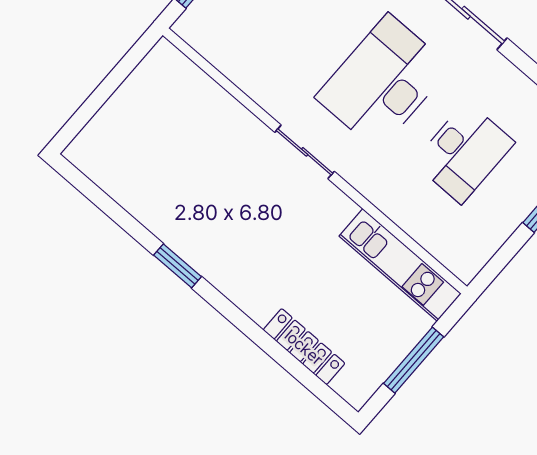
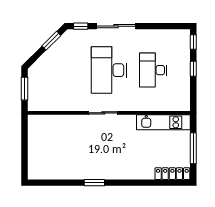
desk: (464, 152) -> (153, 70), turned 180
locker: (304, 347) -> (172, 174), moved

